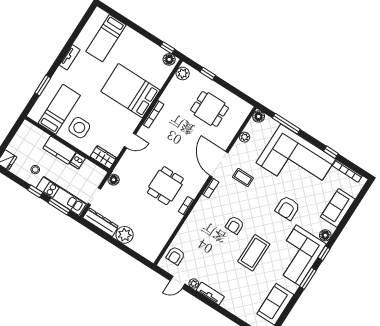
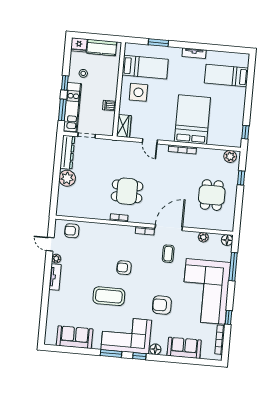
floor lamp: (169, 59) -> (236, 139), removed
kitchen counter: (59, 150) -> (102, 48), moved, turned -90
floor lamp: (114, 180) -> (109, 145), removed

